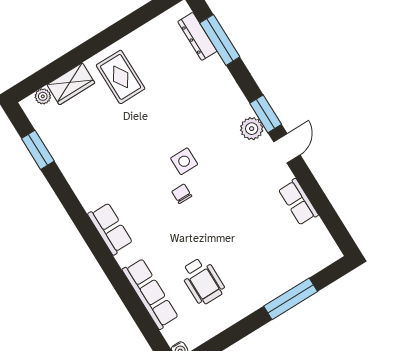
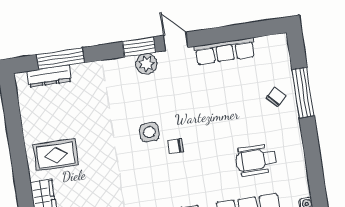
row of seats: (298, 202) -> (225, 51), width x1.48
chair: (274, 273) -> (276, 97), added
wheelchair: (203, 281) -> (256, 160), turned 180

